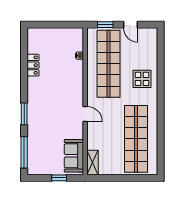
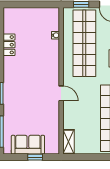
sofa: (74, 156) -> (28, 145), moved, turned 90

